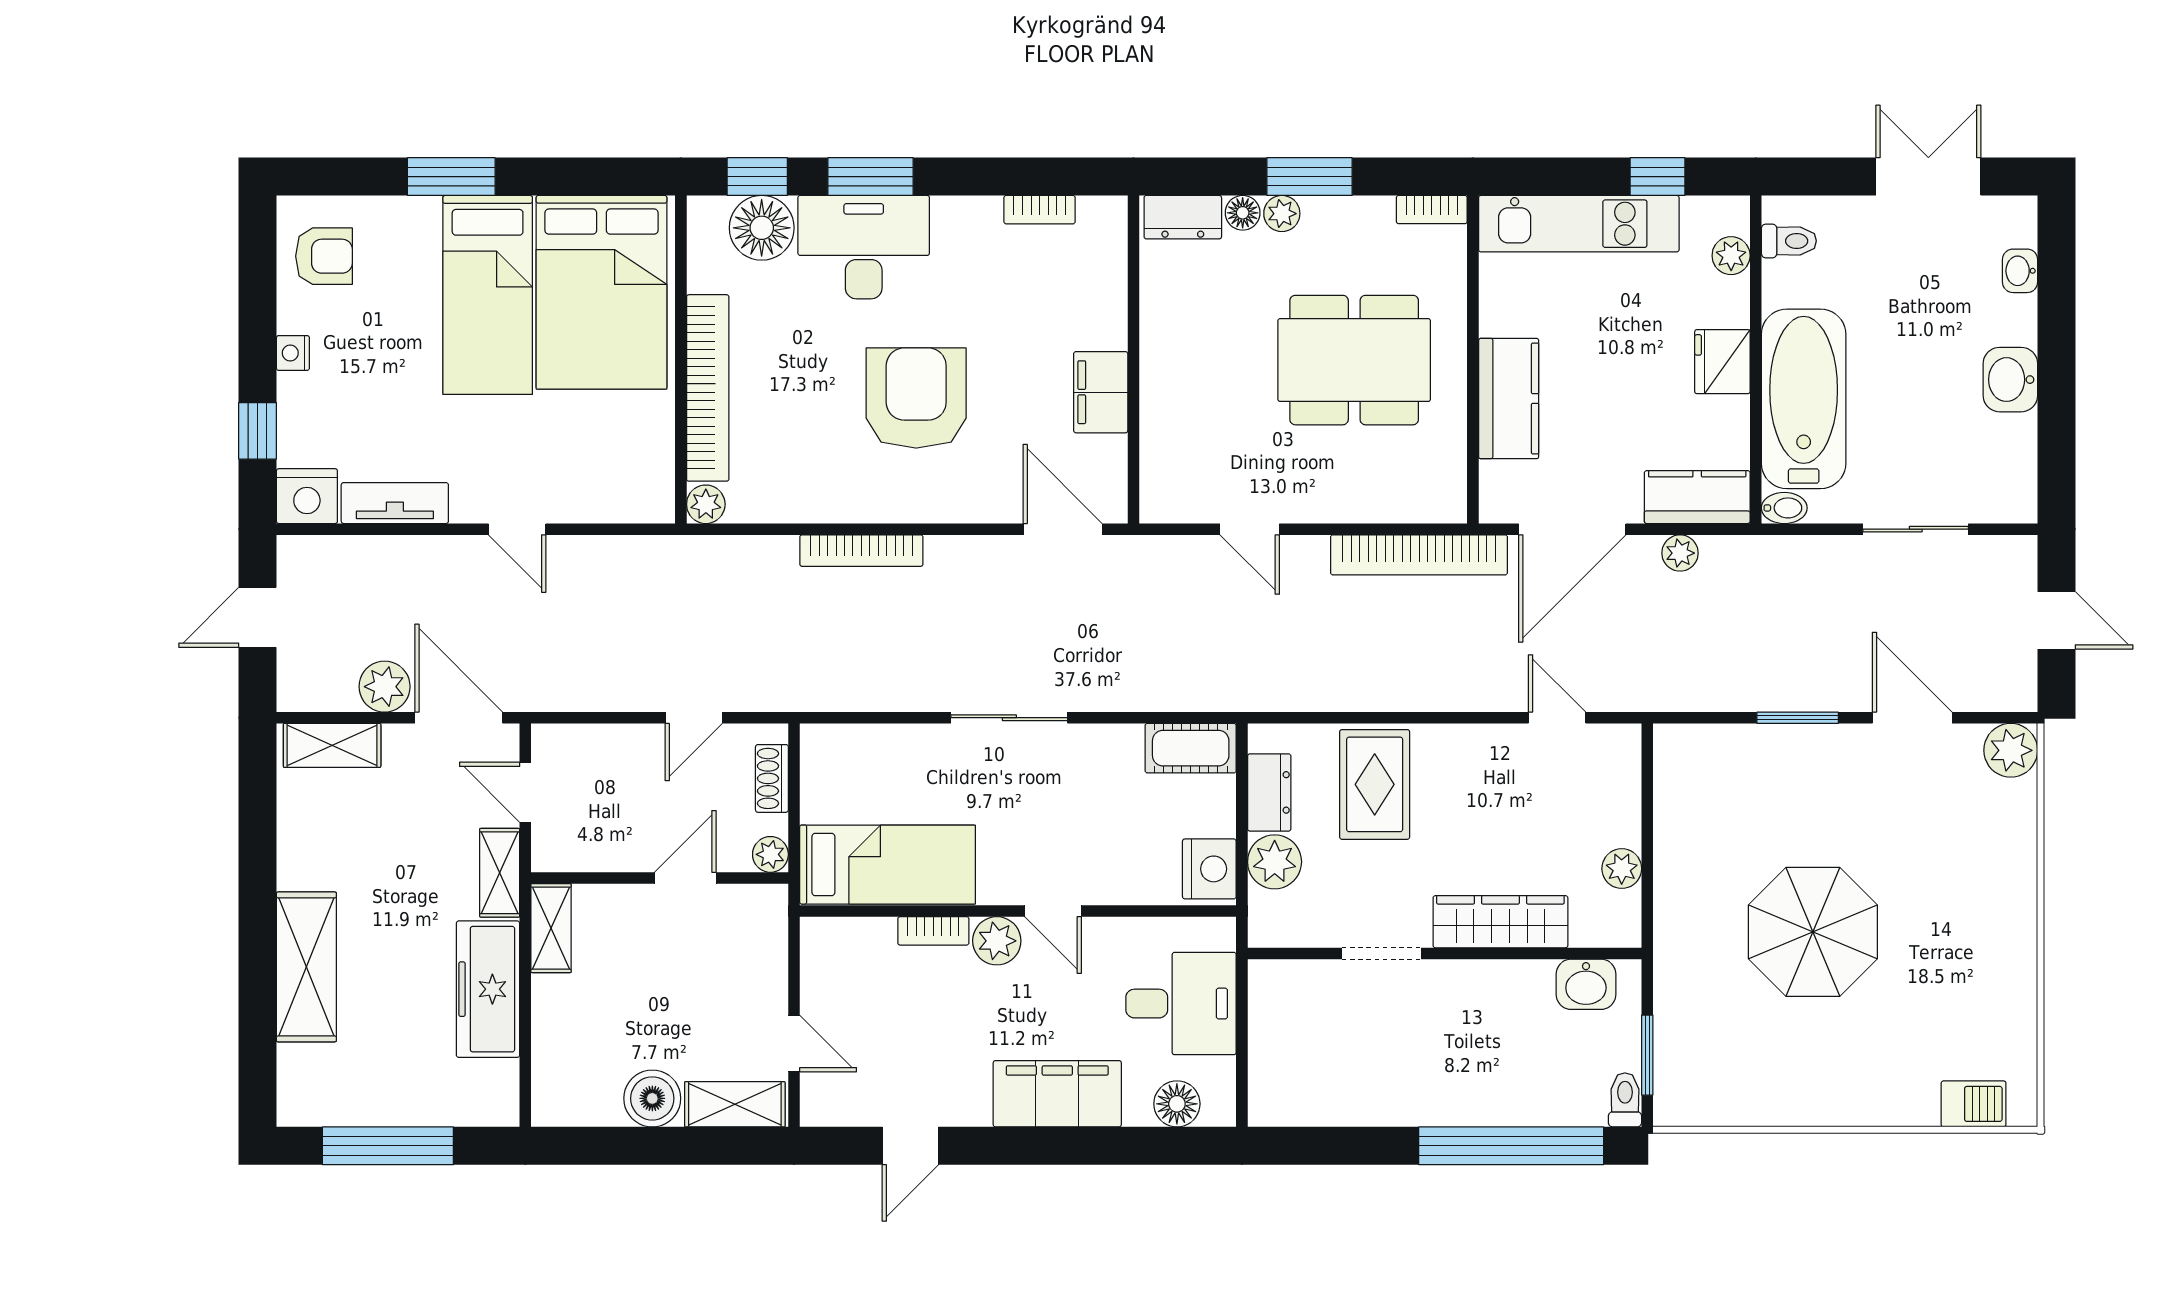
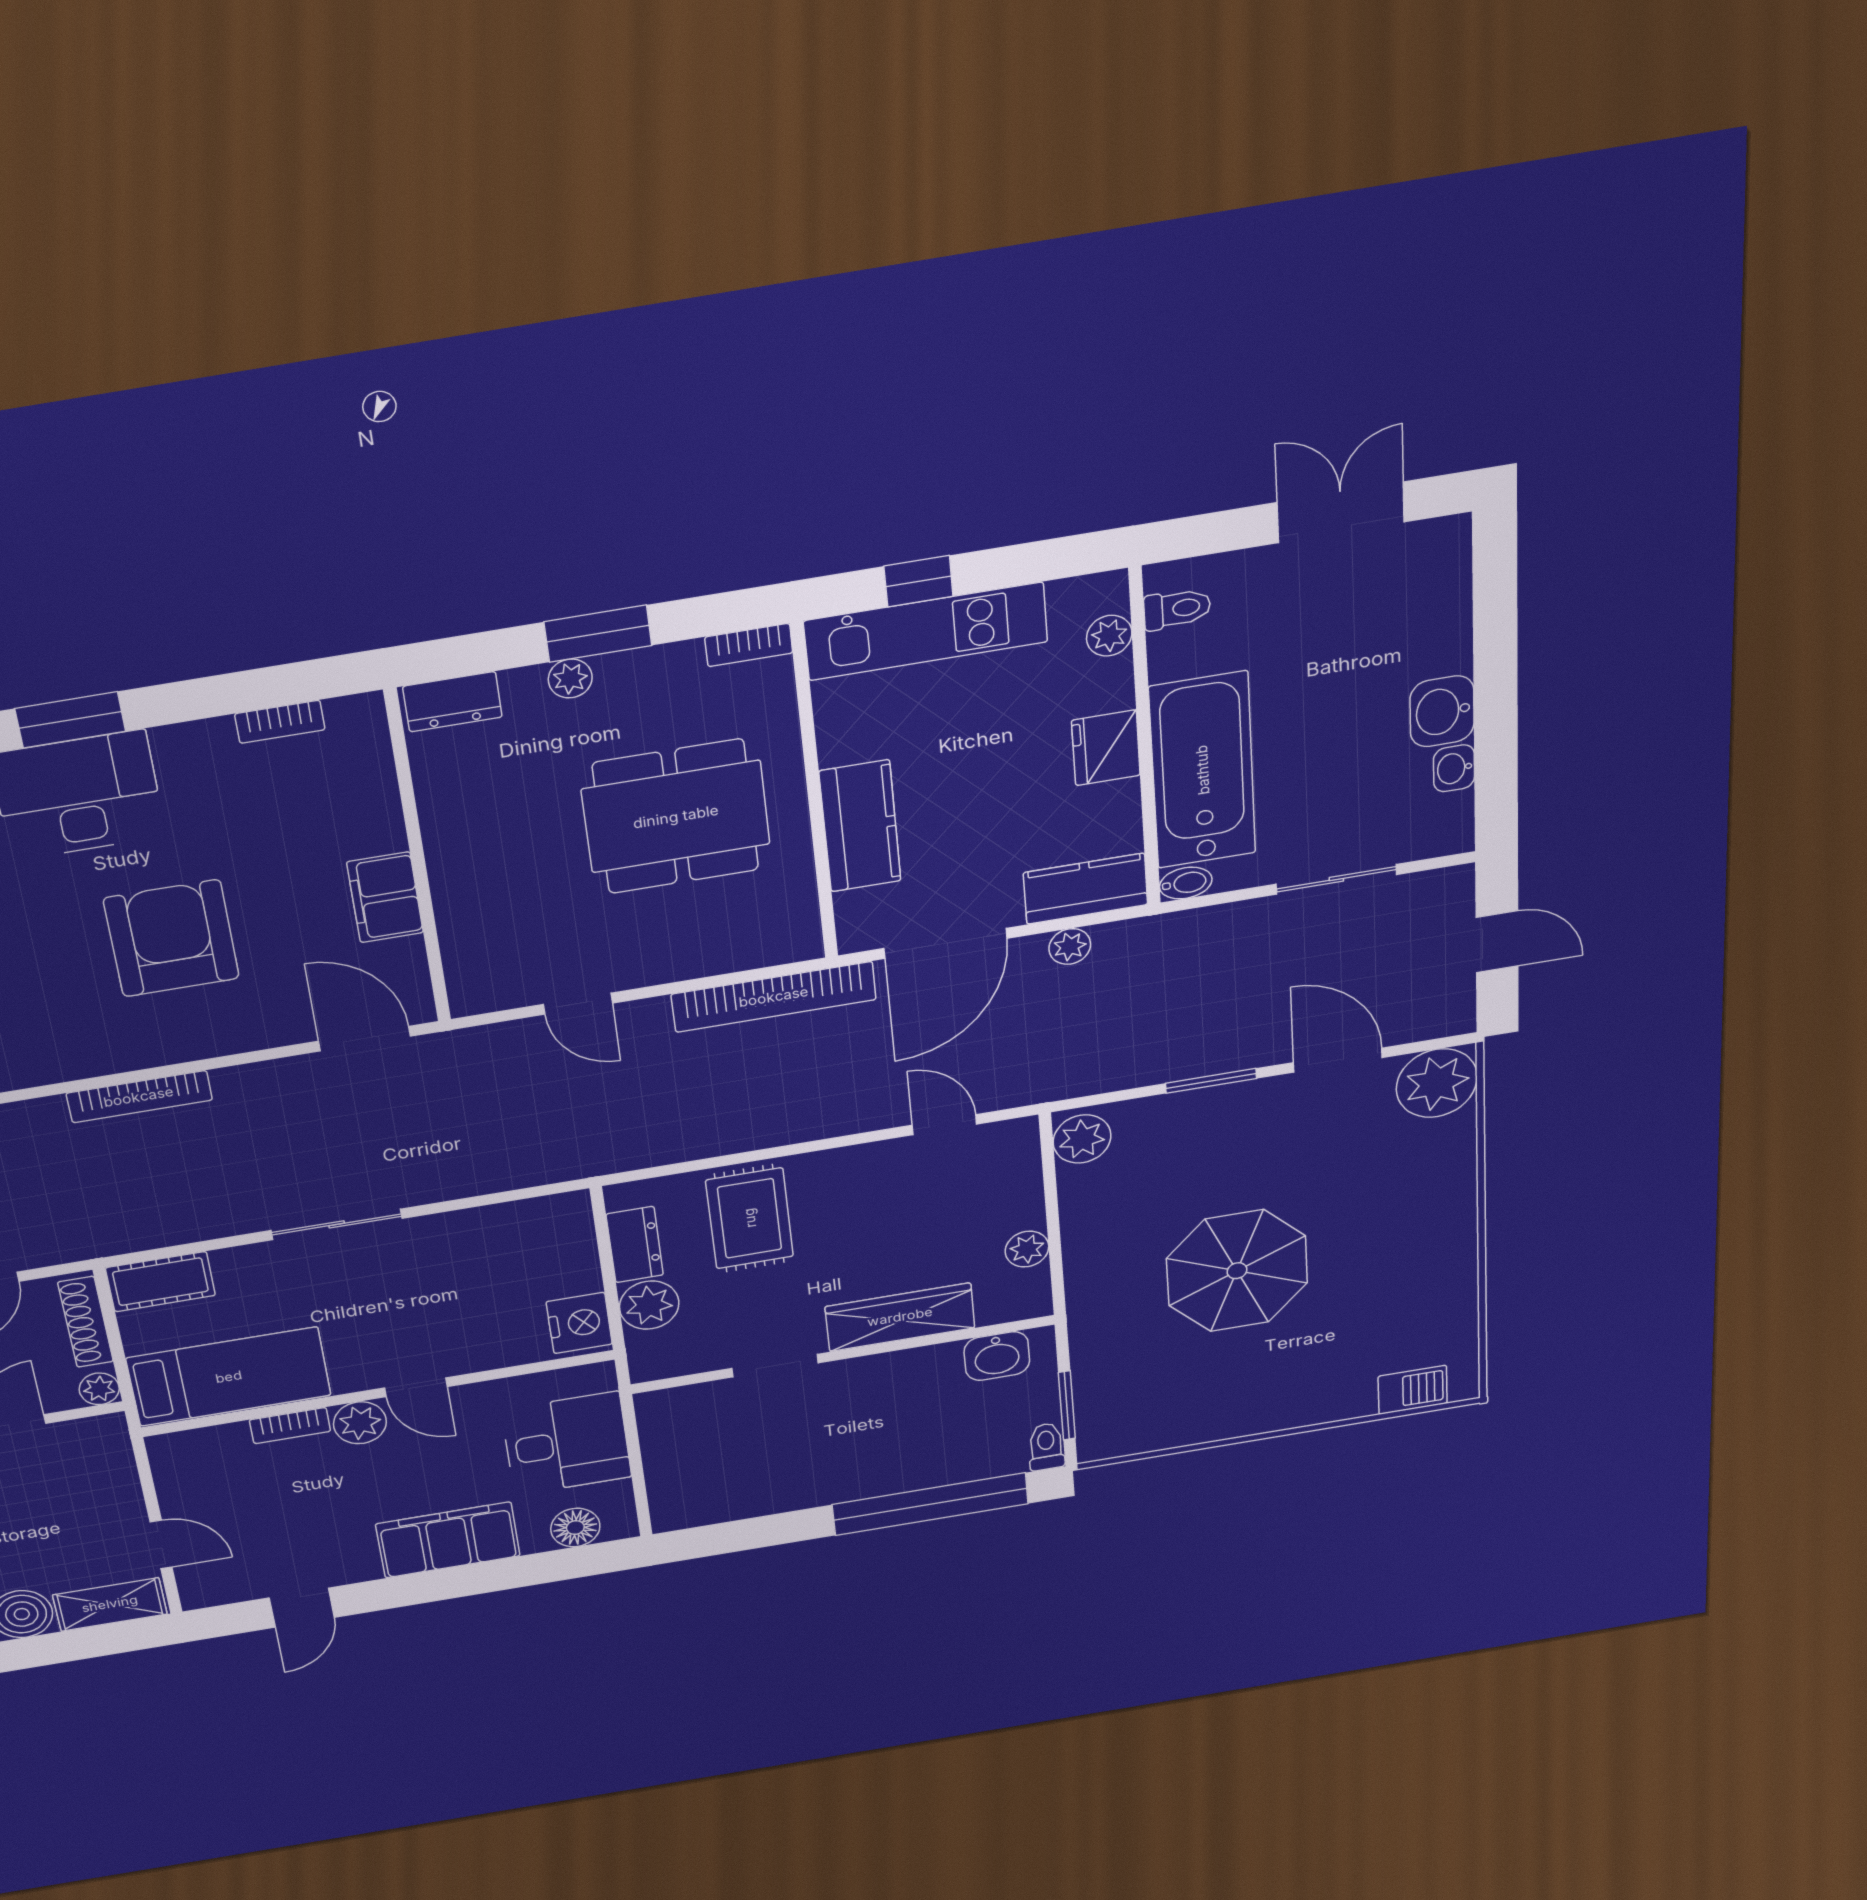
window: (1657, 177) -> (919, 581), moved
floor lamp: (1243, 213) -> (523, 685), removed
washbasin: (2020, 271) -> (1454, 768), moved
cot: (1191, 748) -> (160, 1282), moved
plant: (2011, 750) -> (1437, 1083), width x1.36, depth x1.36
plant: (1679, 757) -> (1082, 1139), added
shoe rack: (772, 778) -> (86, 1322), width x1.43

